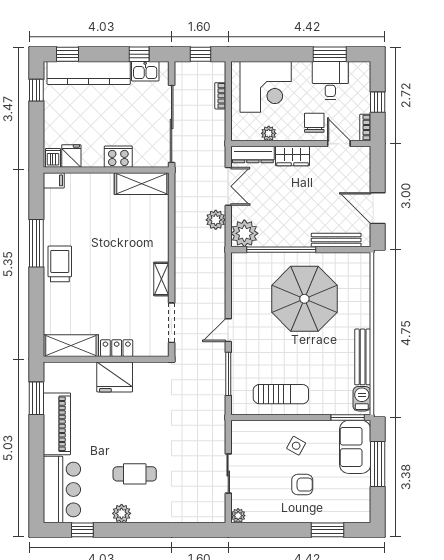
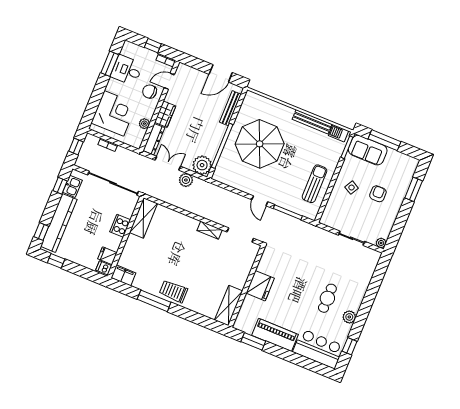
filing cabinet: (54, 180) -> (123, 275), width x2.00
locker: (117, 348) -> (242, 277), removed

